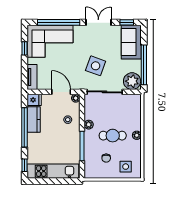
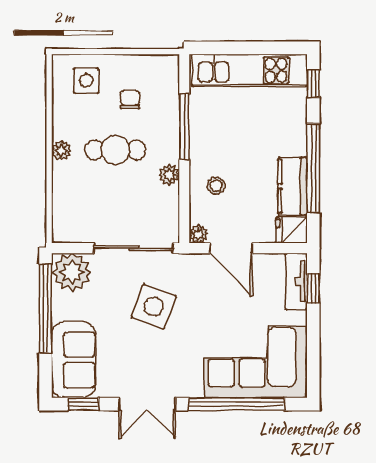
window: (24, 48) -> (313, 288), moved

